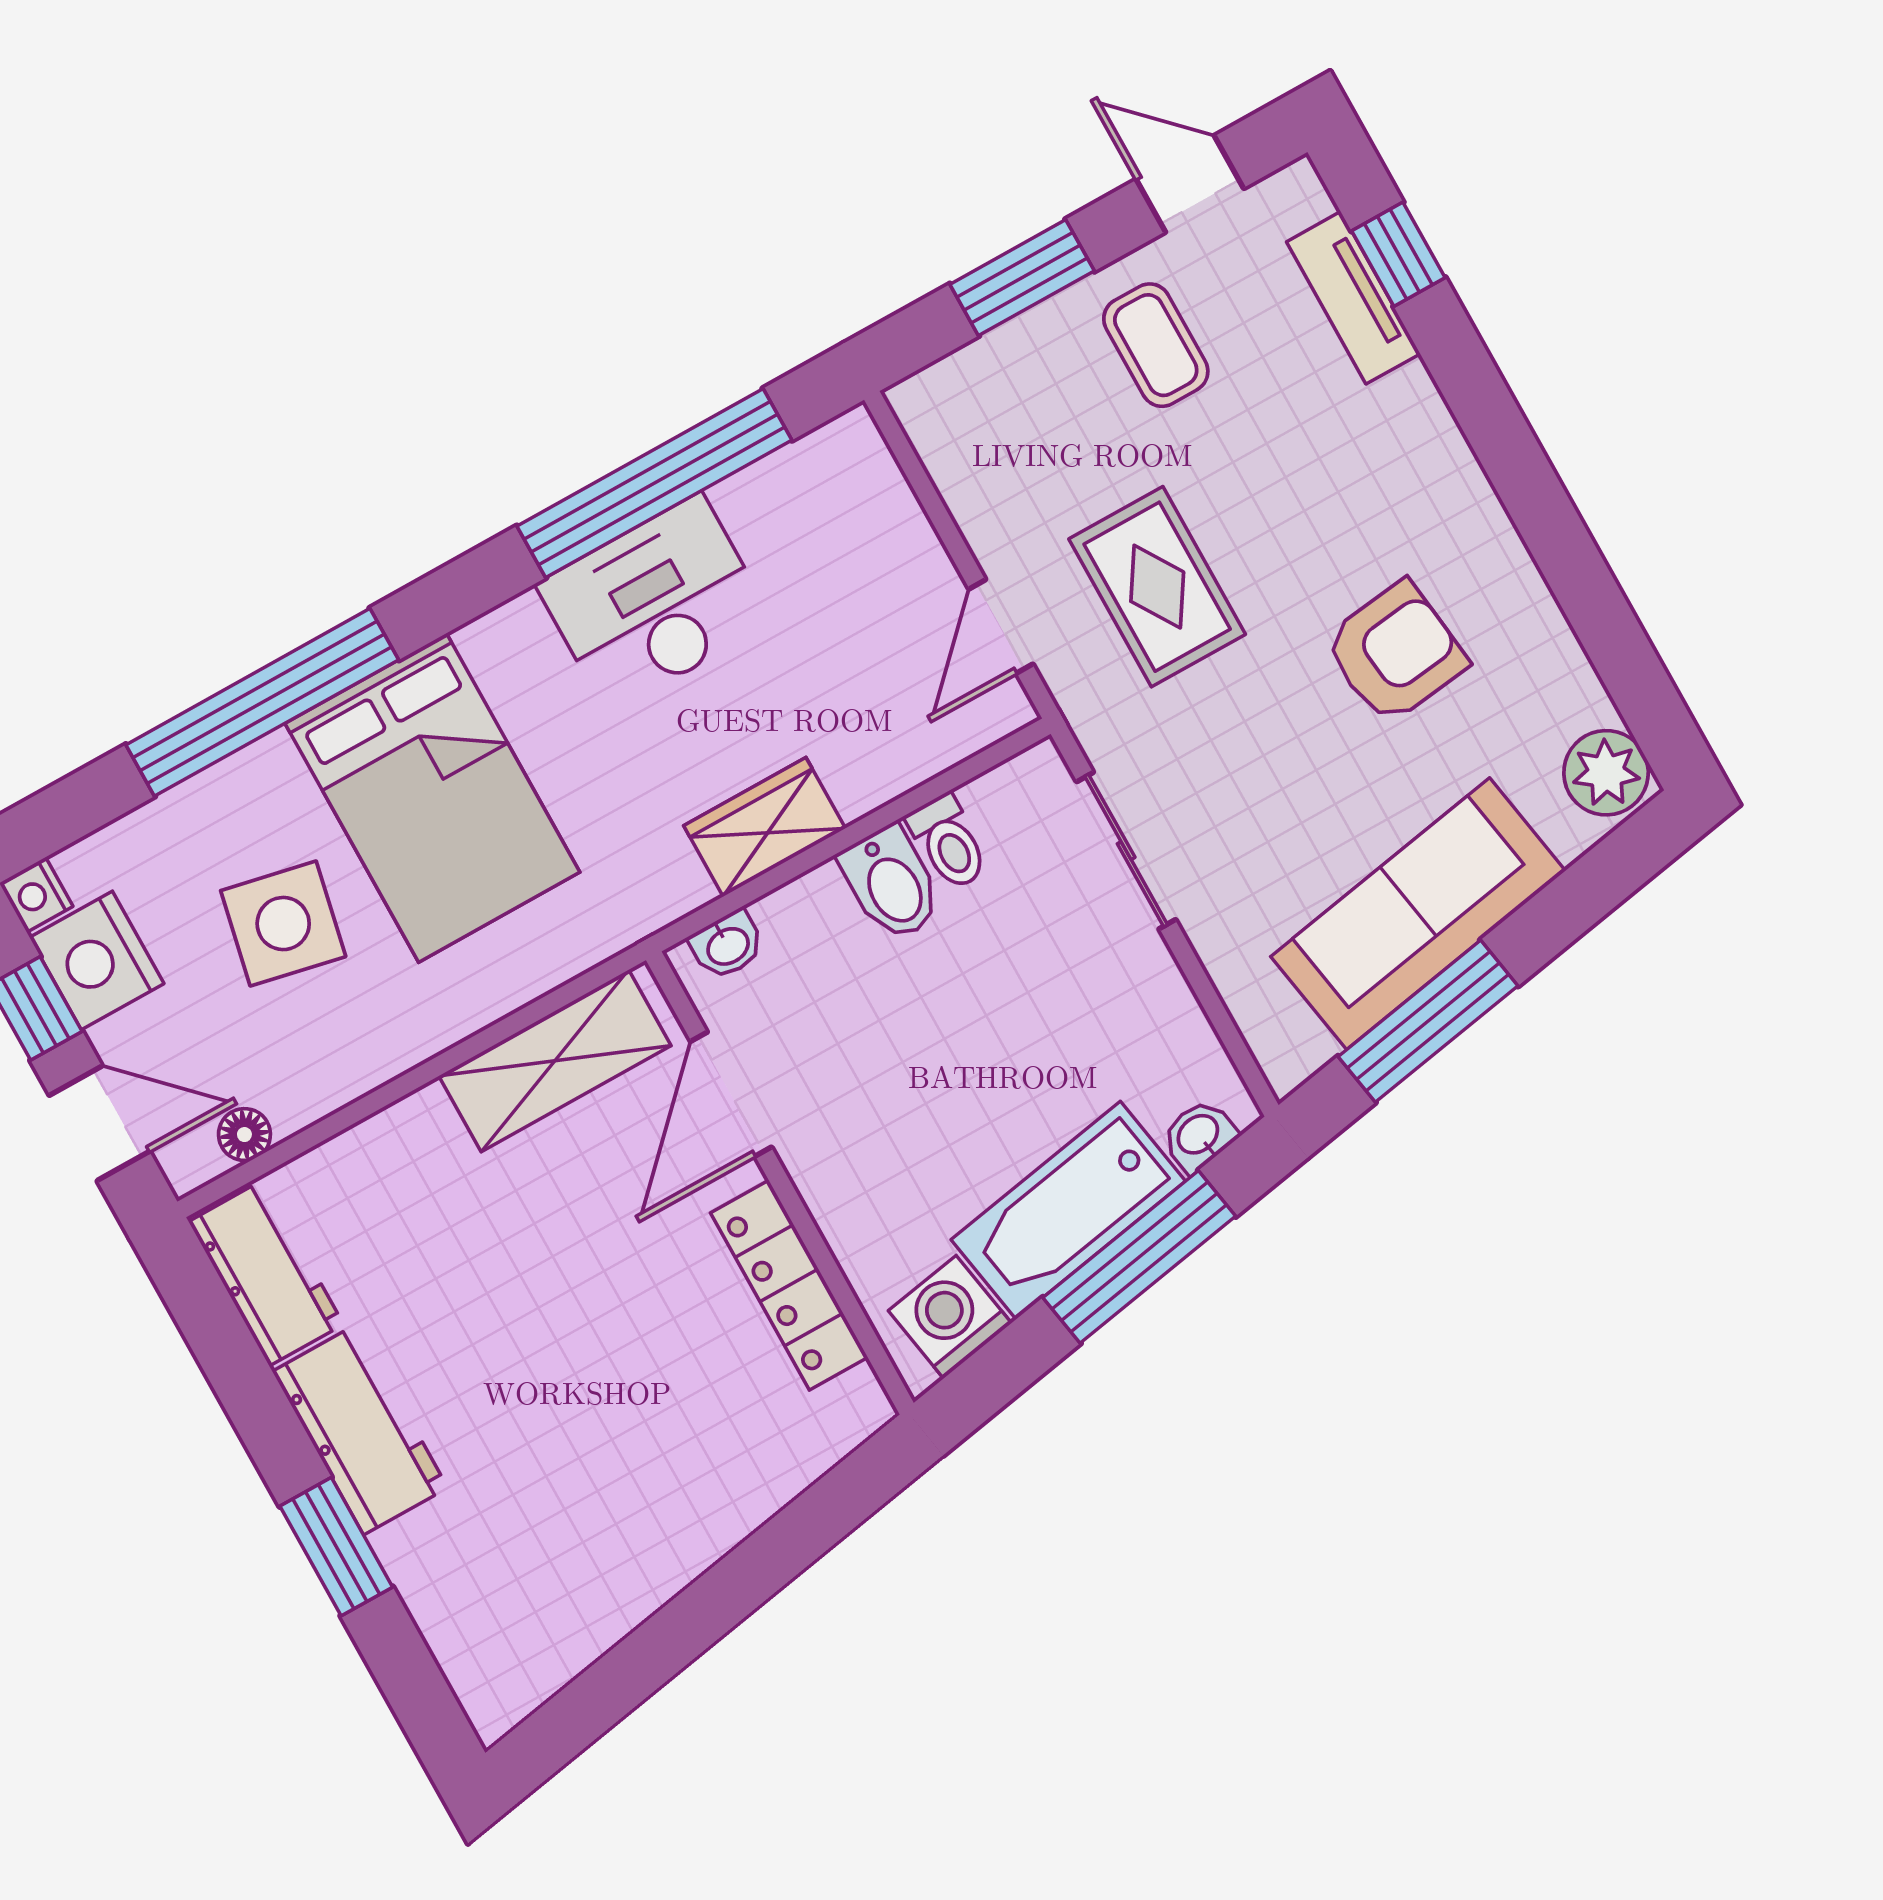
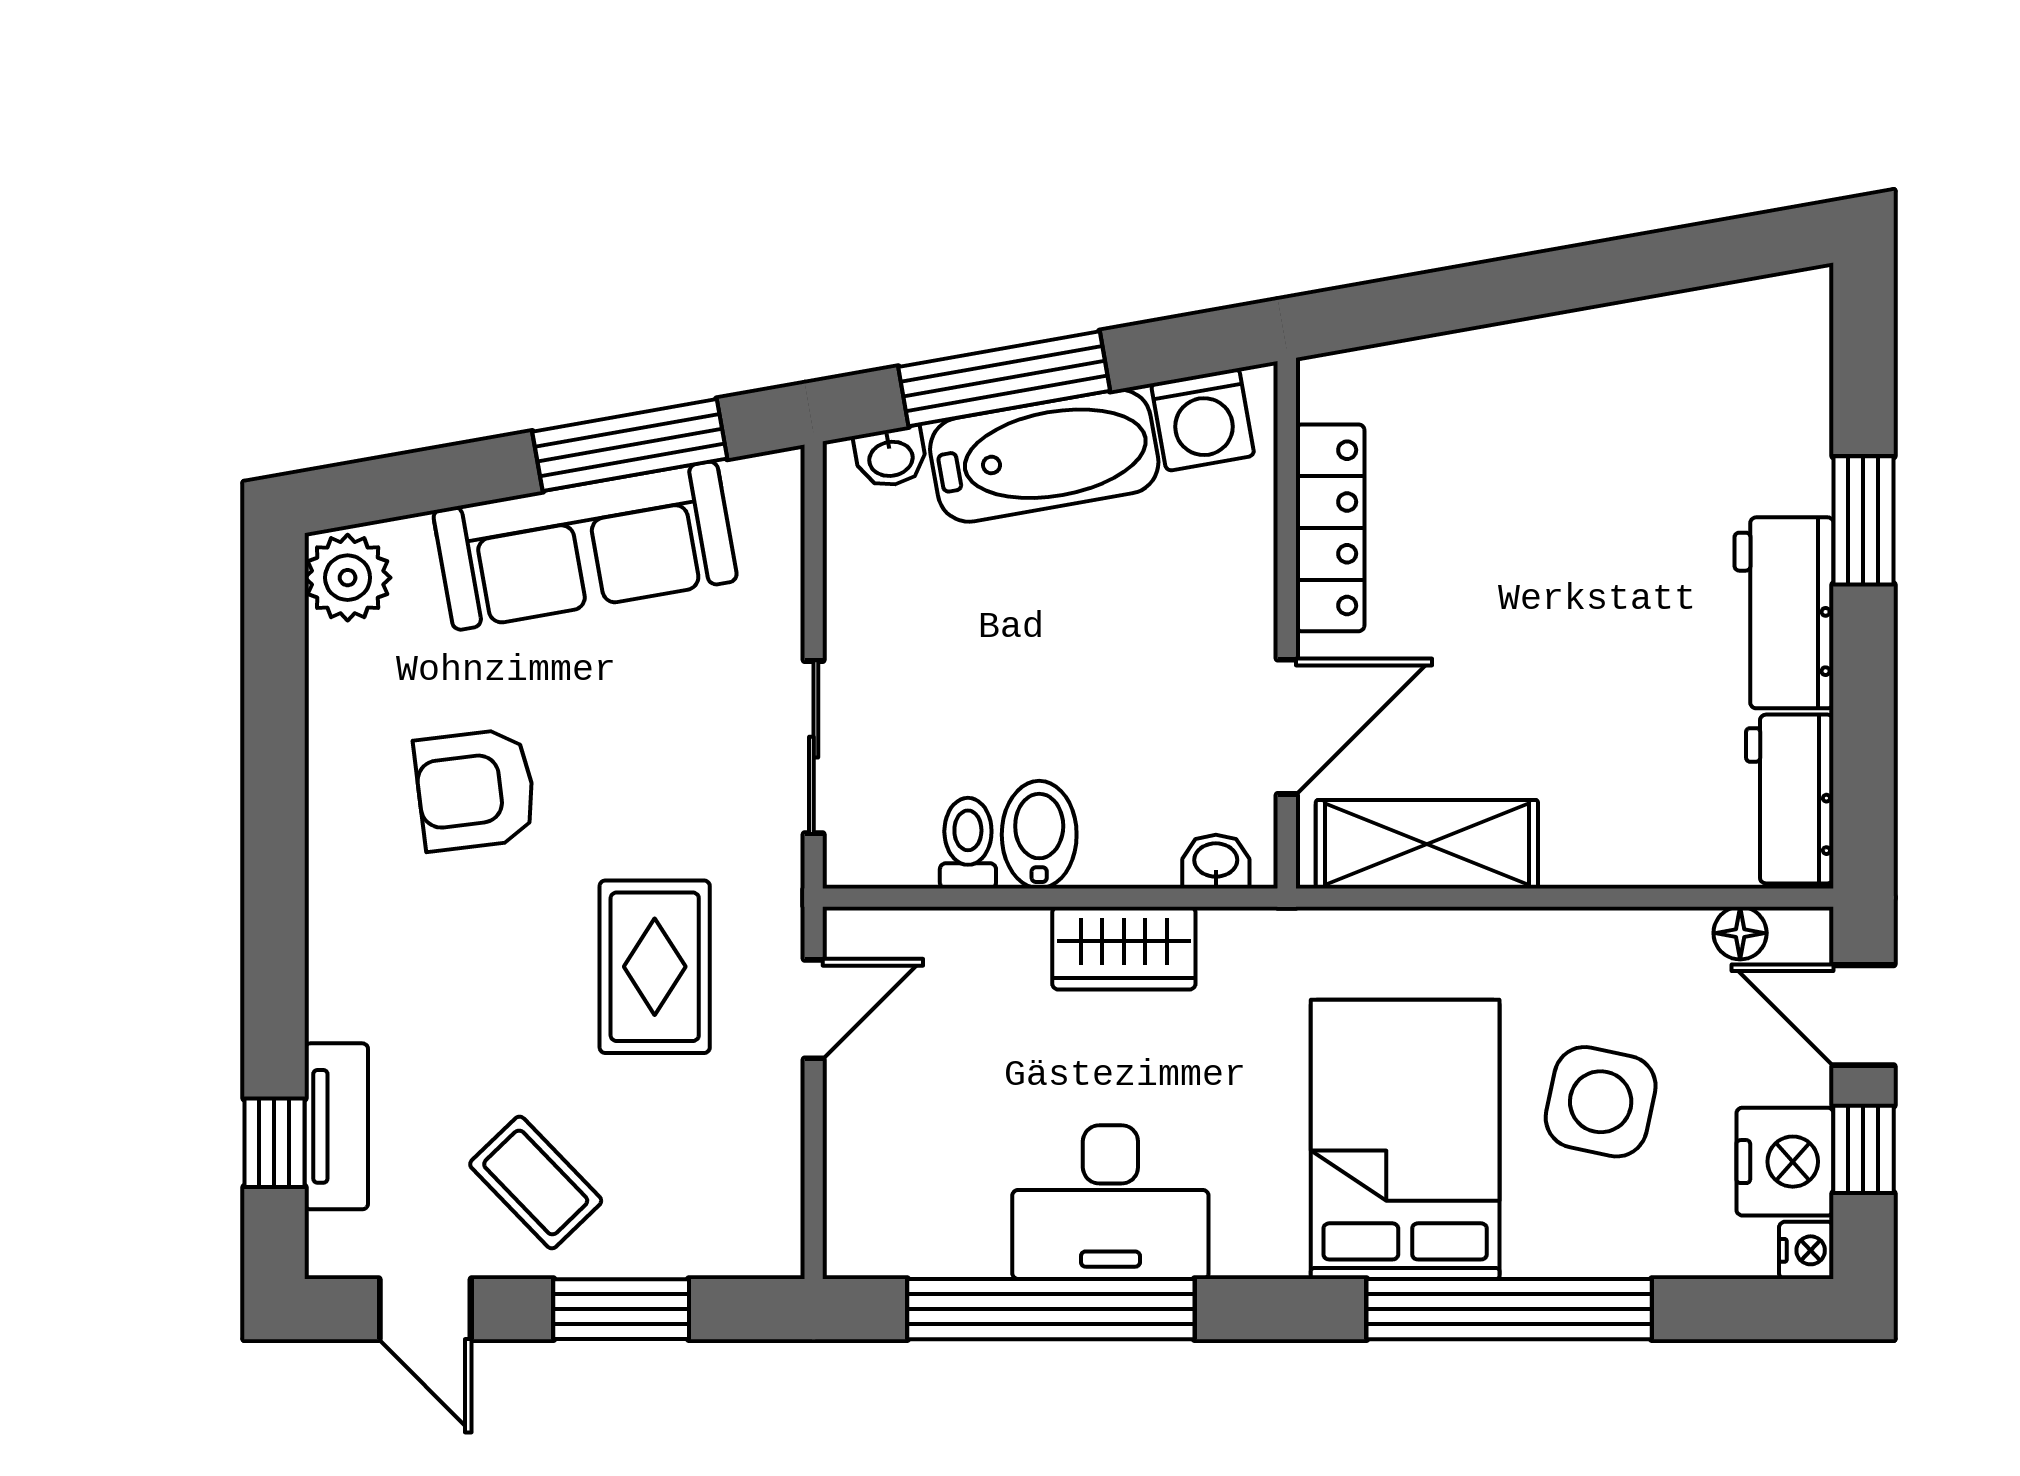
coffee table: (1156, 345) -> (536, 1183), turned -44

